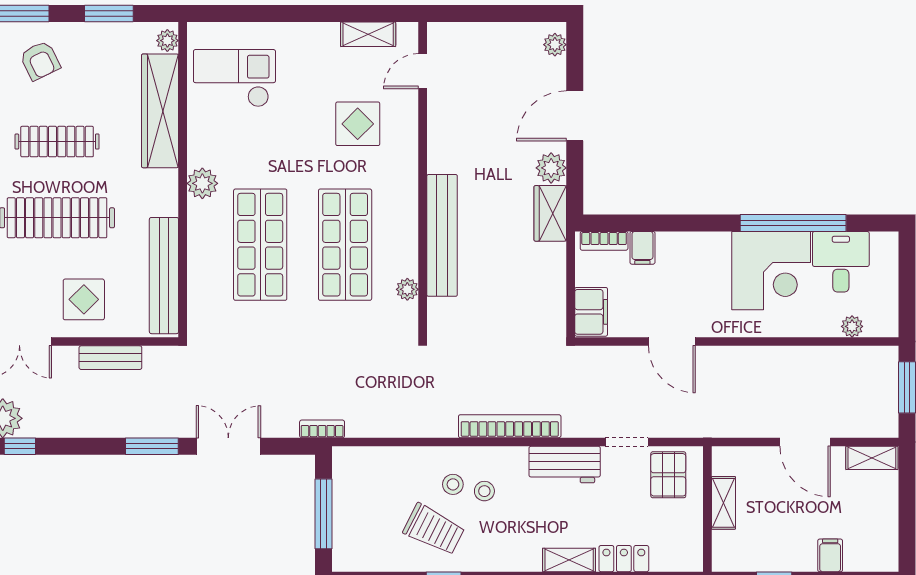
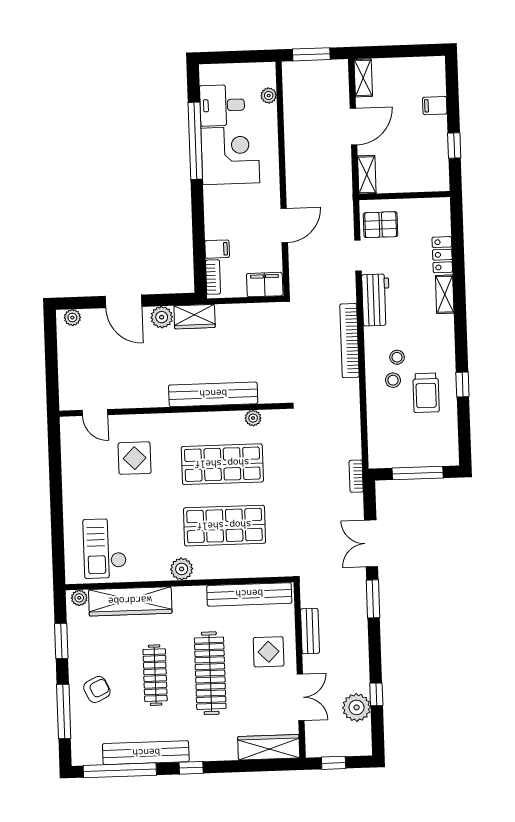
shelving: (368, 34) -> (70, 453), removed
shelving: (723, 503) -> (367, 175), moved, turned 90
trolley: (434, 529) -> (426, 393), turned 153

